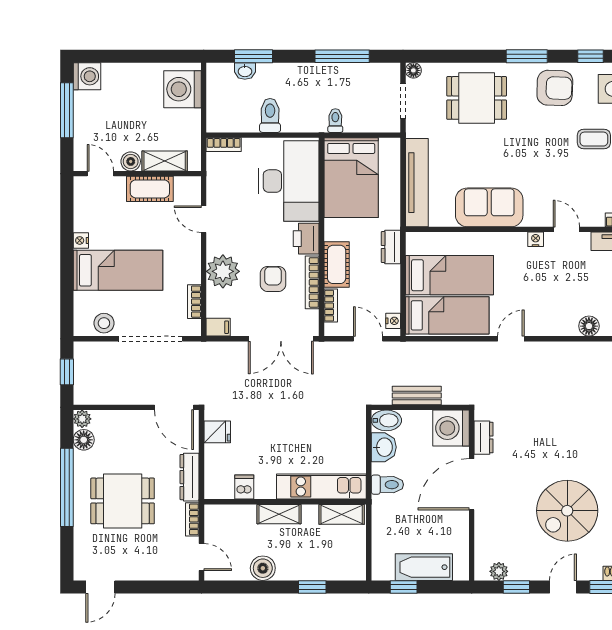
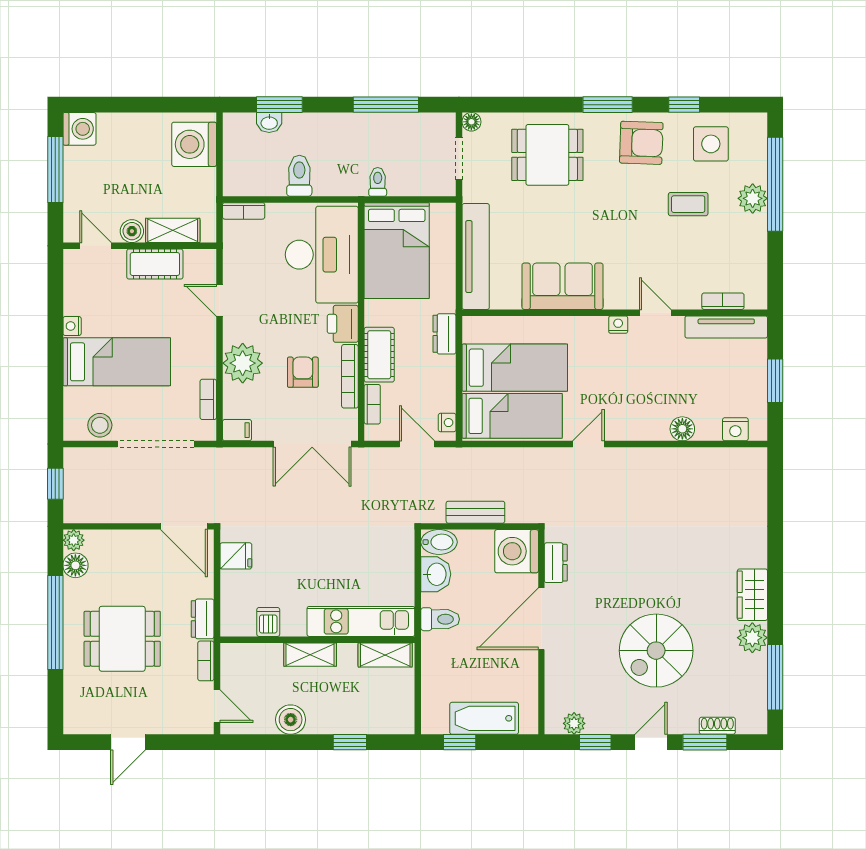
dresser: (190, 477) -> (203, 619), width x0.70
door: (100, 587) -> (128, 742), moved

